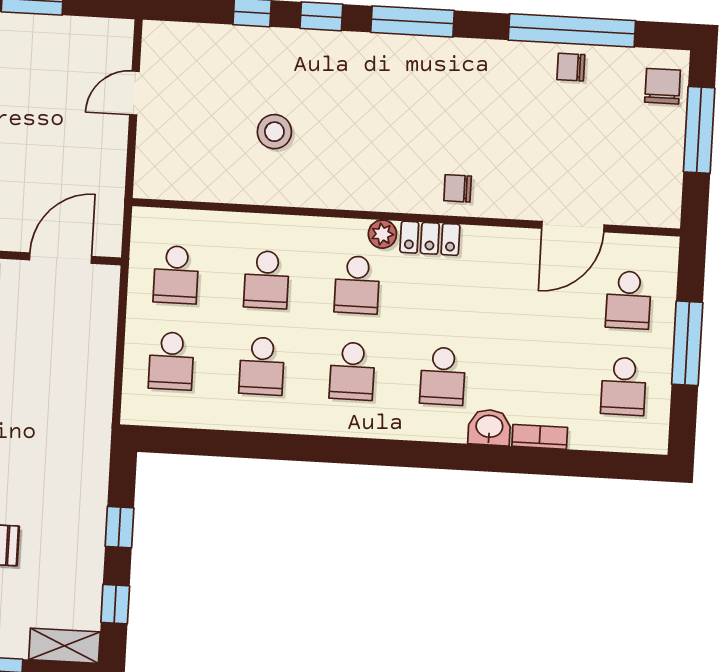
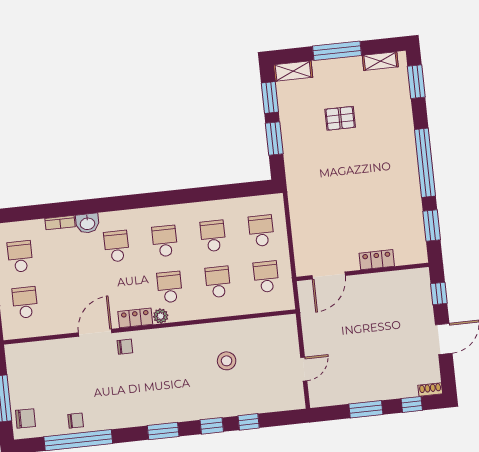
window: (413, 21) -> (163, 431), width x0.69
chair: (663, 86) -> (25, 418), turned -89
door: (573, 227) -> (95, 333), moved
window: (119, 527) -> (274, 139), width x1.50
window: (115, 604) -> (270, 98), width x1.50

